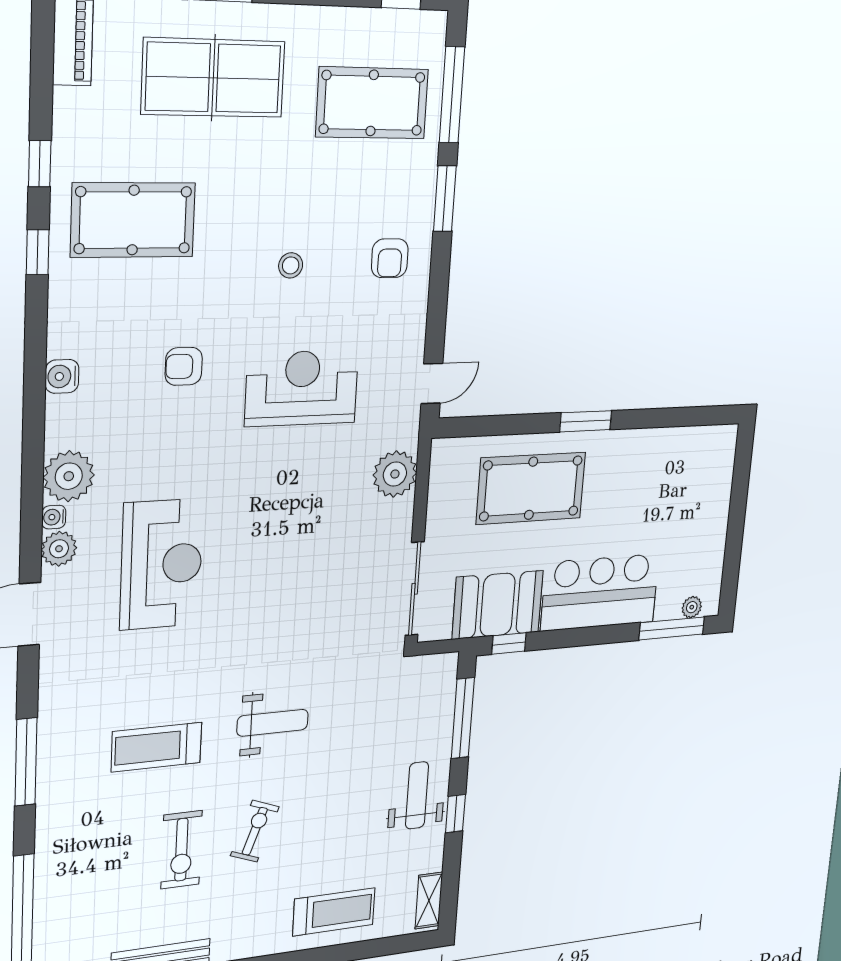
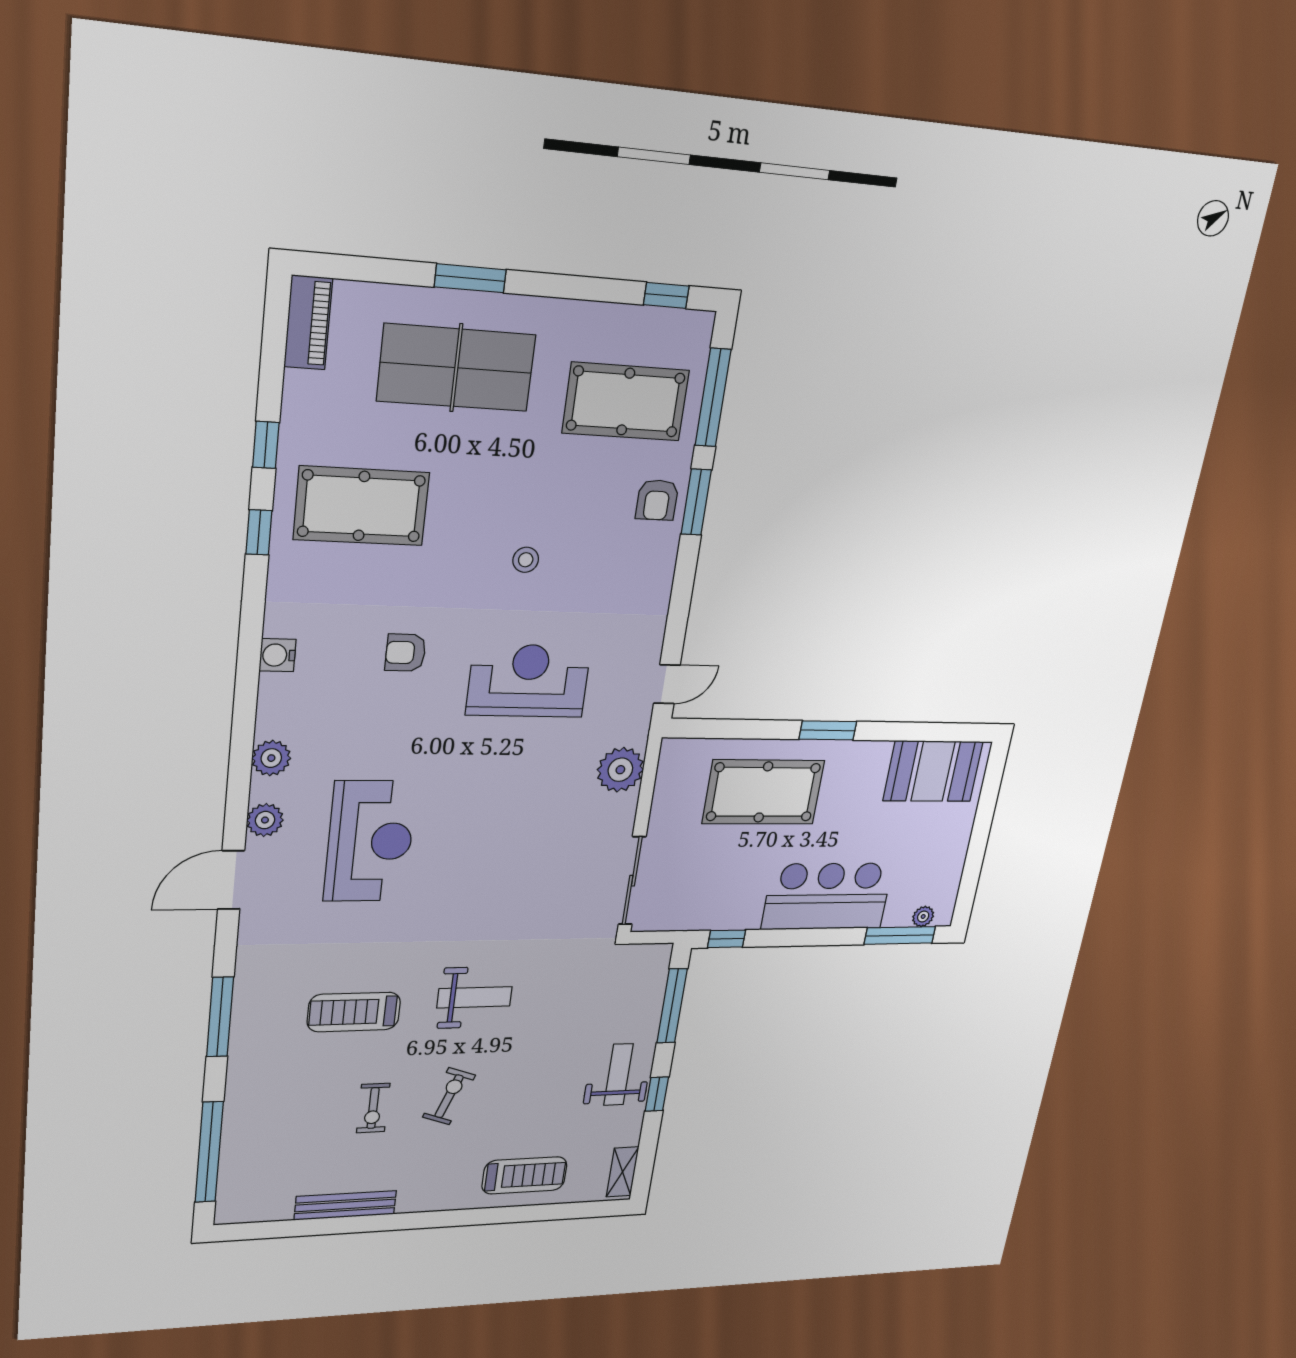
armchair: (390, 258) -> (657, 500), moved
plant: (69, 476) -> (271, 758), width x0.73, depth x0.73
water cooler: (54, 517) -> (261, 790), removed
booth: (498, 605) -> (933, 771), moved
exercise bike: (181, 850) -> (373, 1108), width x0.73, depth x0.72

